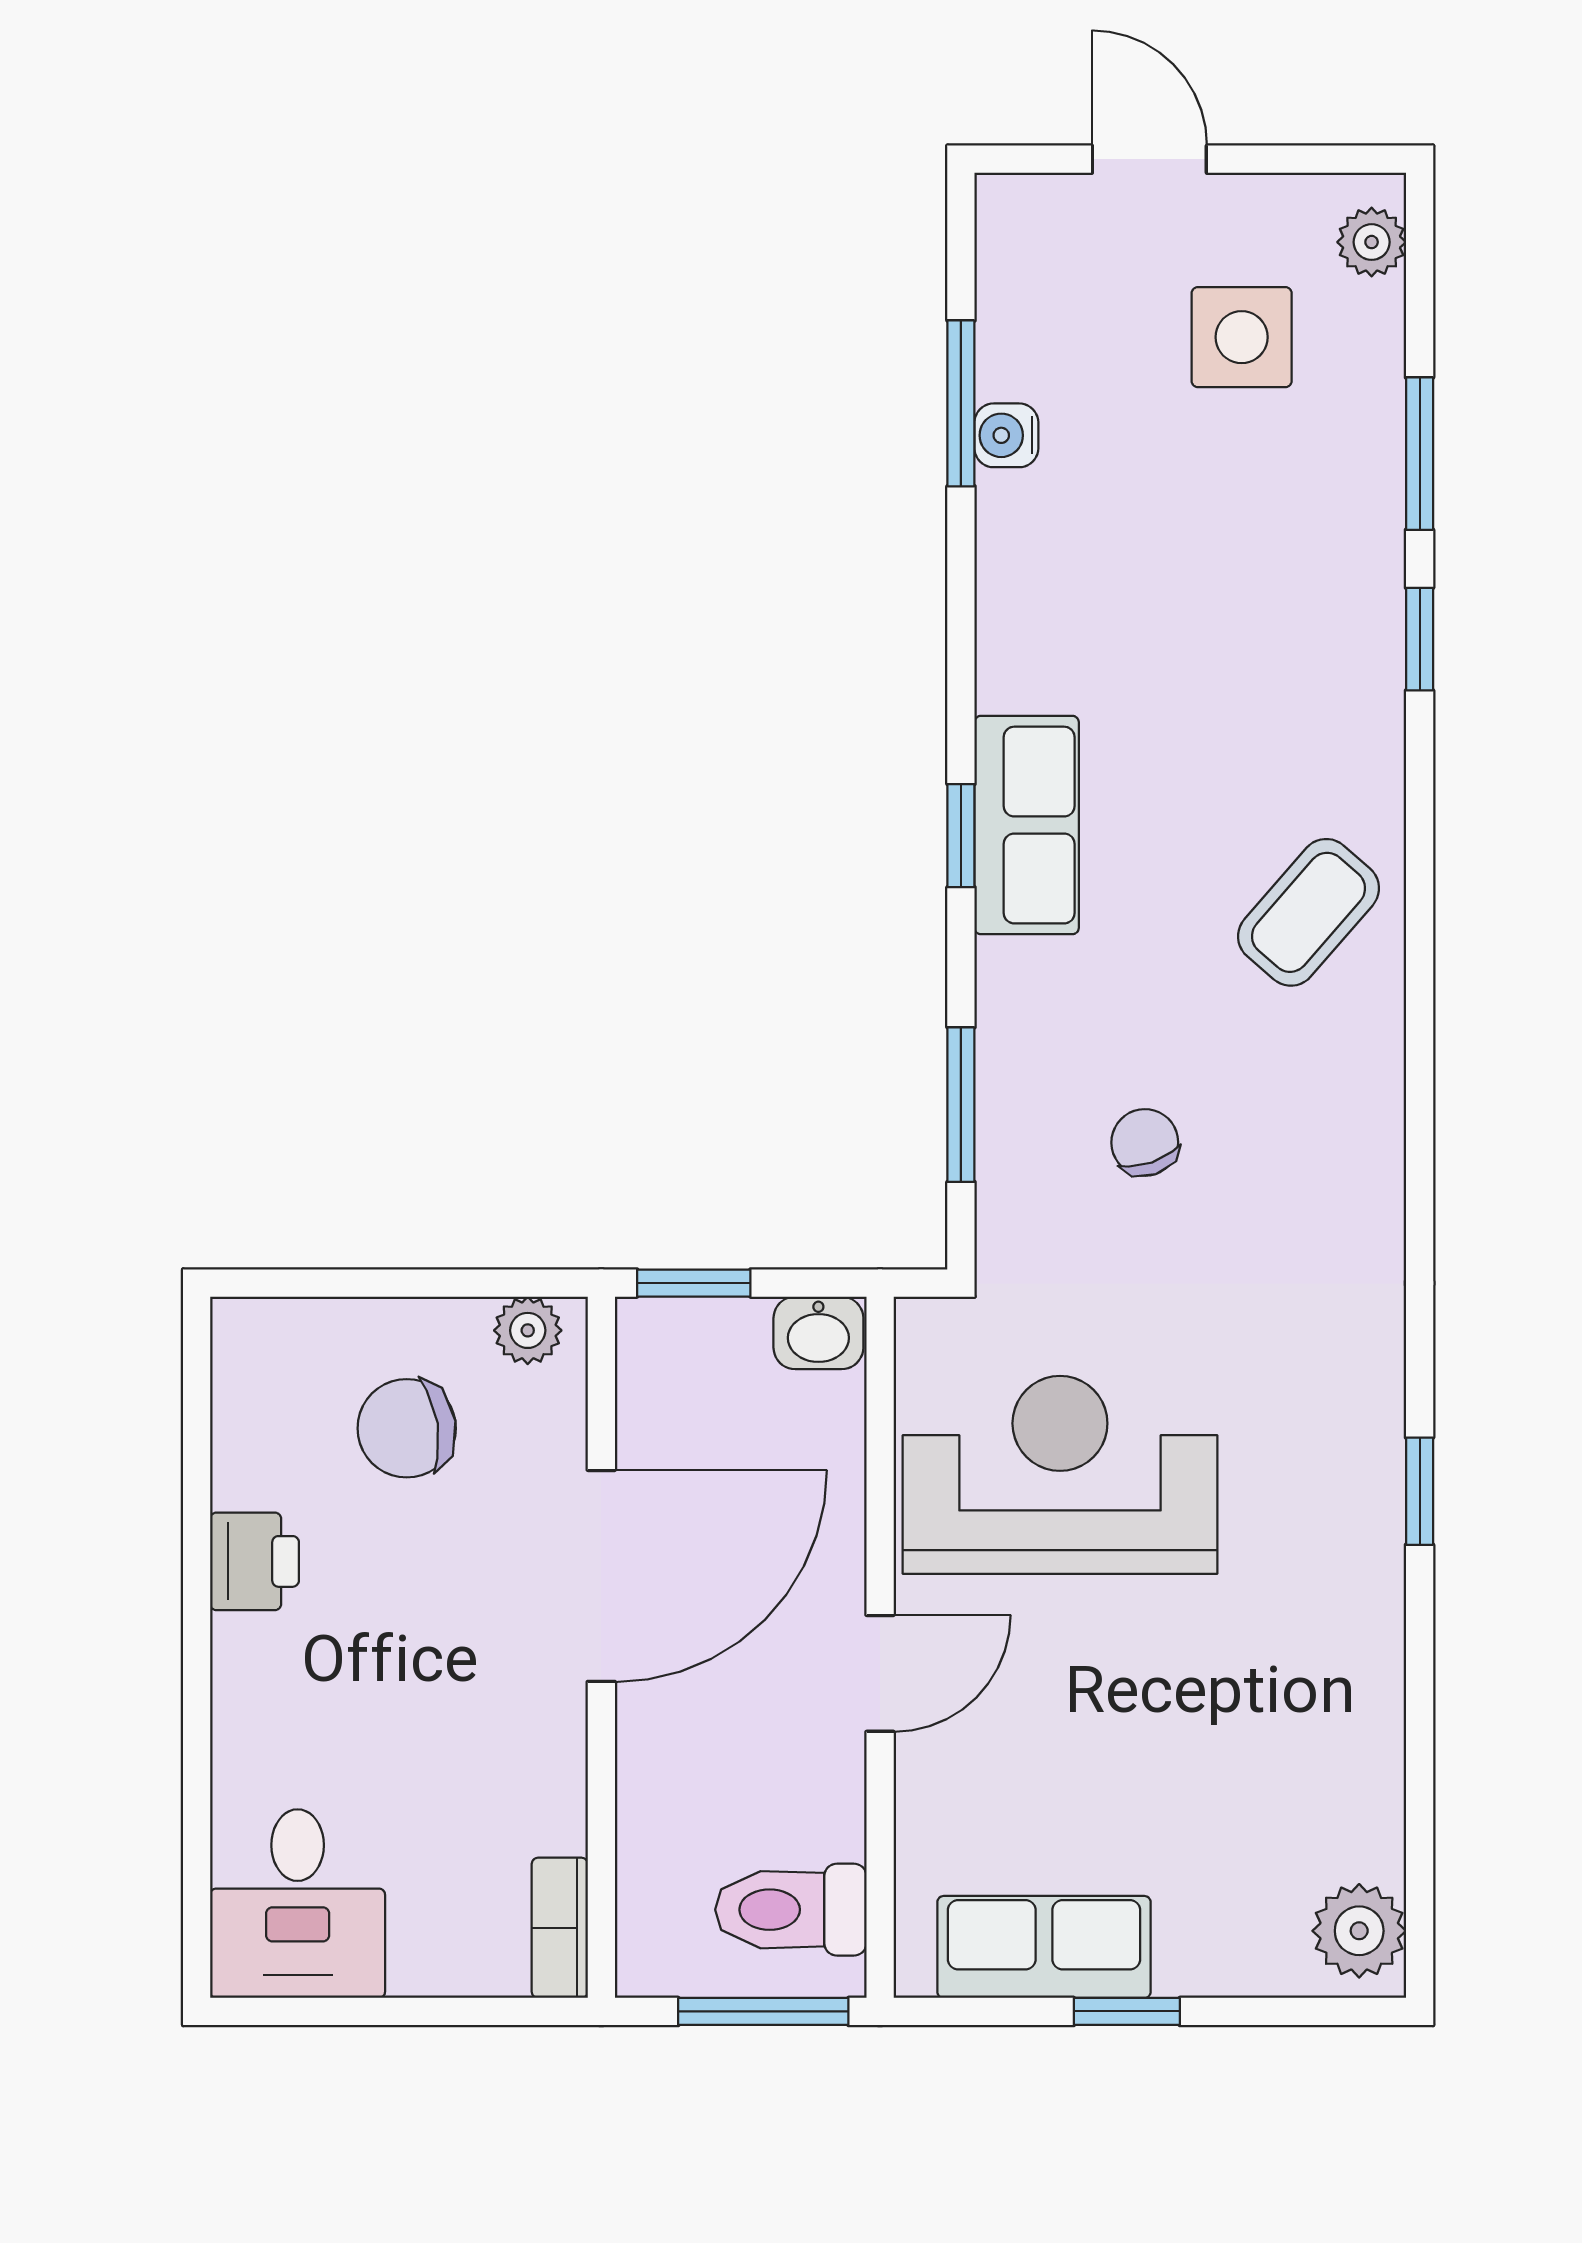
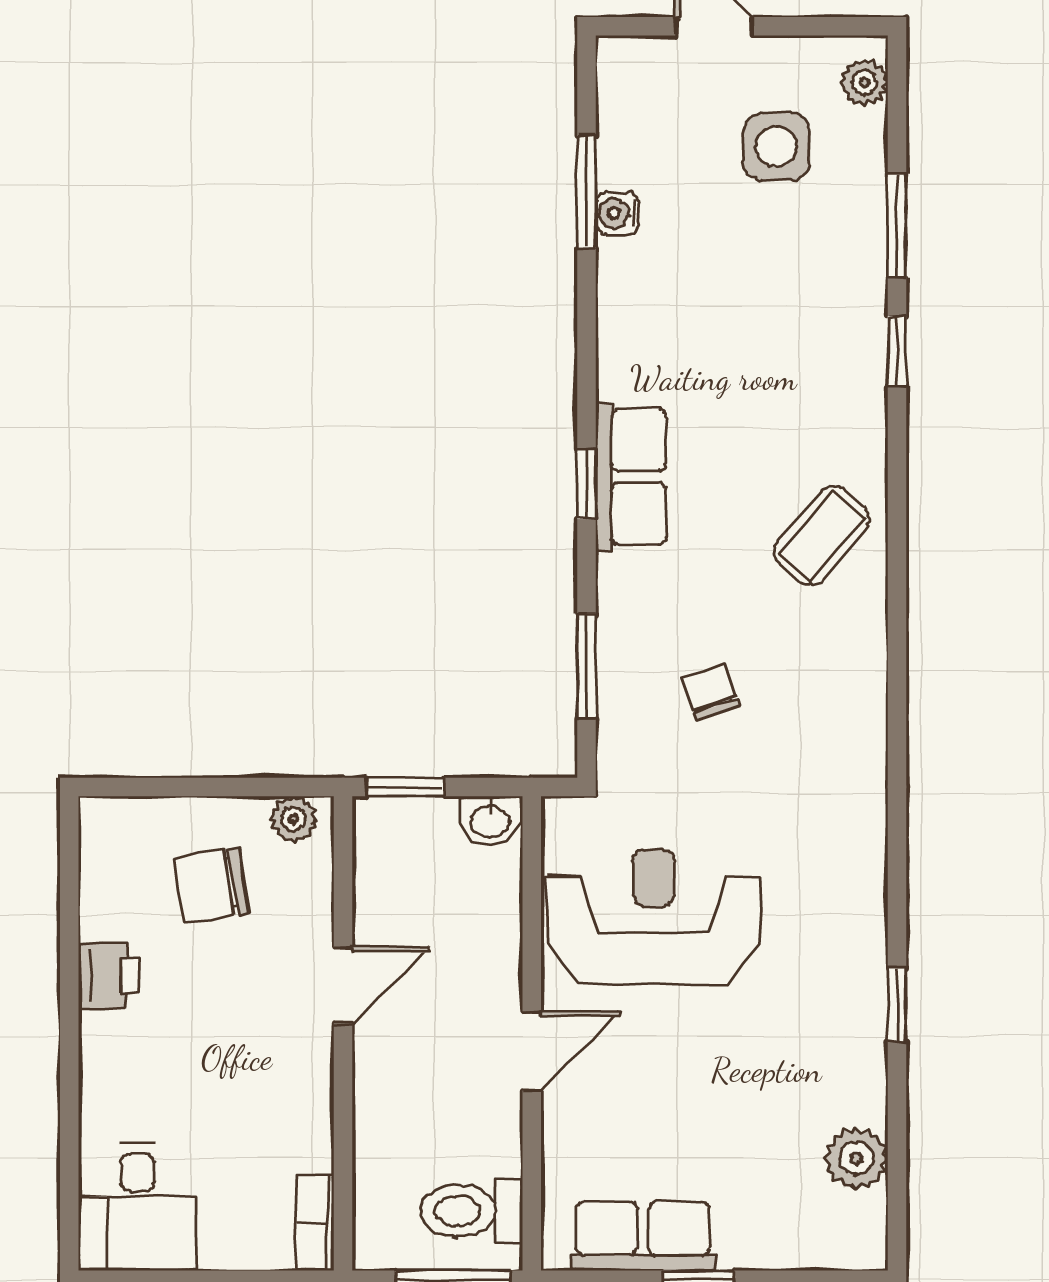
window: (1420, 1491) -> (897, 1005), moved
door: (601, 1576) -> (343, 985), width x0.53
plant: (1359, 1931) -> (856, 1158), moved

